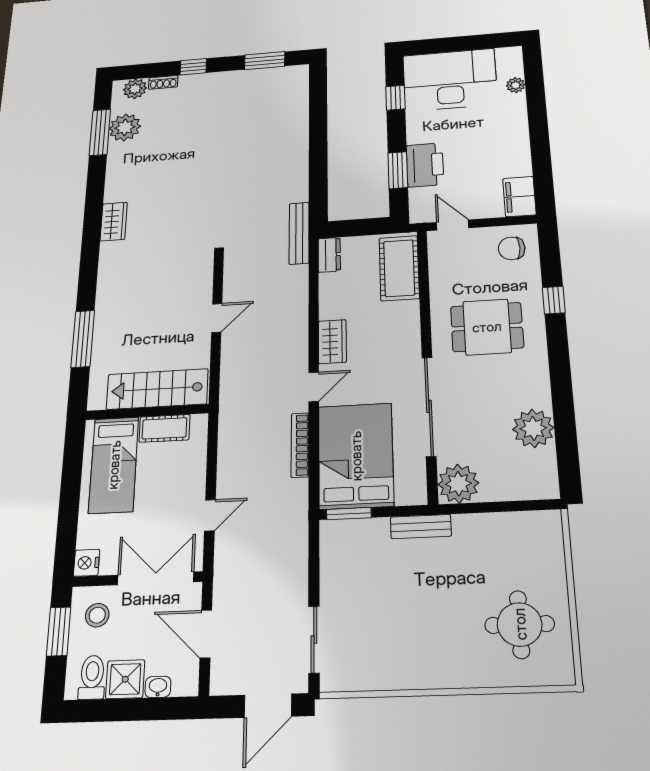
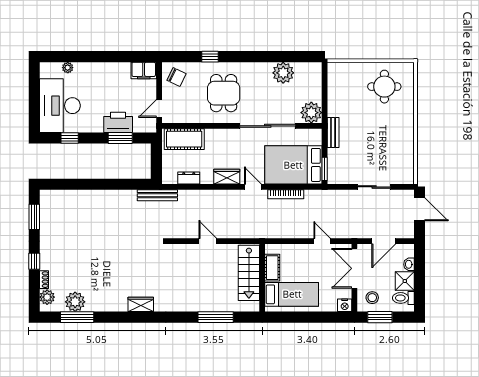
chair: (512, 248) -> (176, 77), turned -64
dresser: (329, 255) -> (189, 178), moved
sliding door: (314, 640) -> (374, 187), moved

